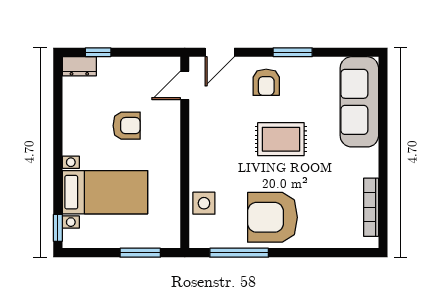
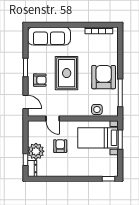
plant: (116, 74) -> (36, 151), added
door: (185, 85) -> (53, 119), moved
rug: (281, 139) -> (67, 73), width x1.36, depth x1.43
bed with nightstands: (105, 192) -> (98, 138), moved, turned -90
armchair: (272, 217) -> (104, 77), turned 180

